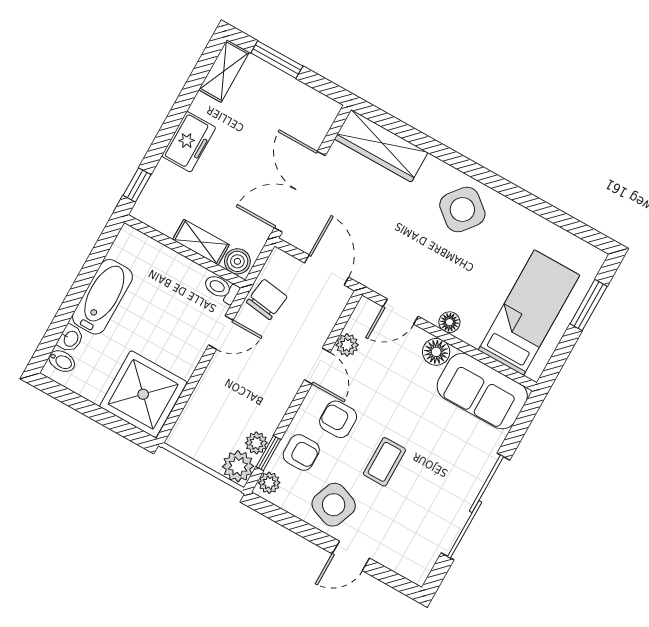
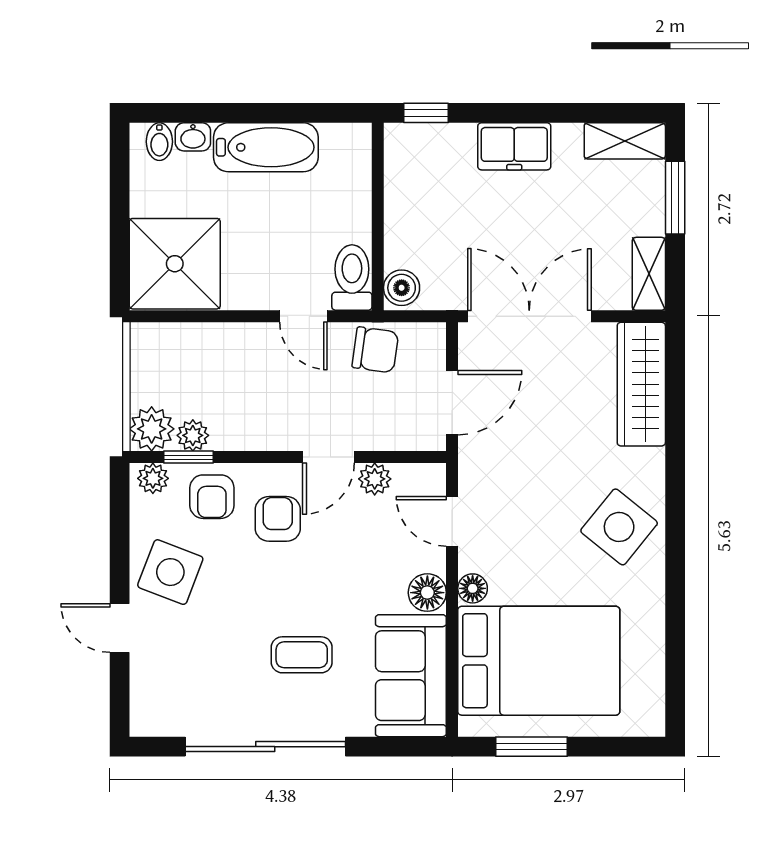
shelving: (201, 242) -> (649, 274), moved
toilet: (221, 289) -> (352, 278), width x1.37, depth x1.39
window: (589, 305) -> (531, 747), moved
bed: (529, 313) -> (539, 661), width x1.50
coffee table: (384, 462) -> (302, 655), moved

